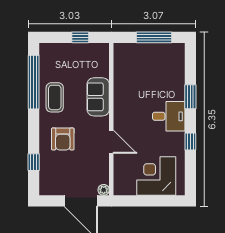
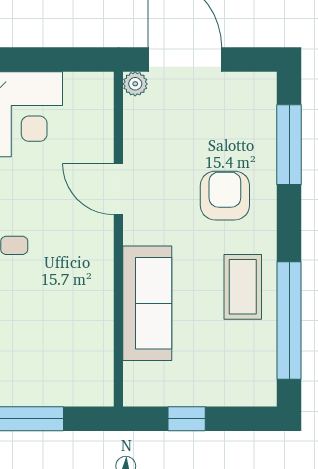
sofa: (98, 97) -> (147, 303), width x1.36
window: (34, 162) -> (289, 145), width x2.17

